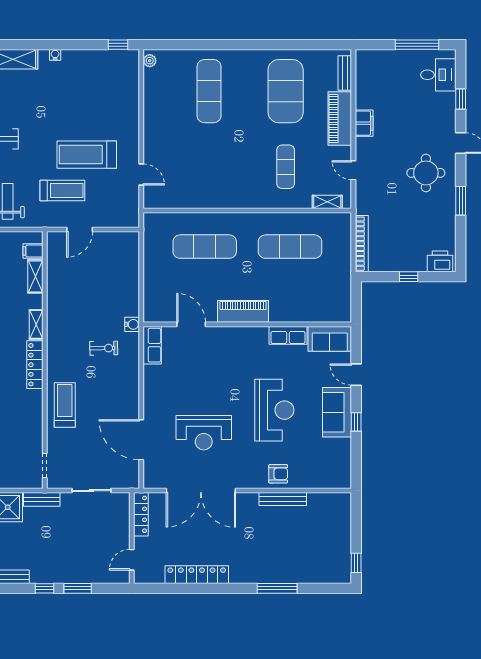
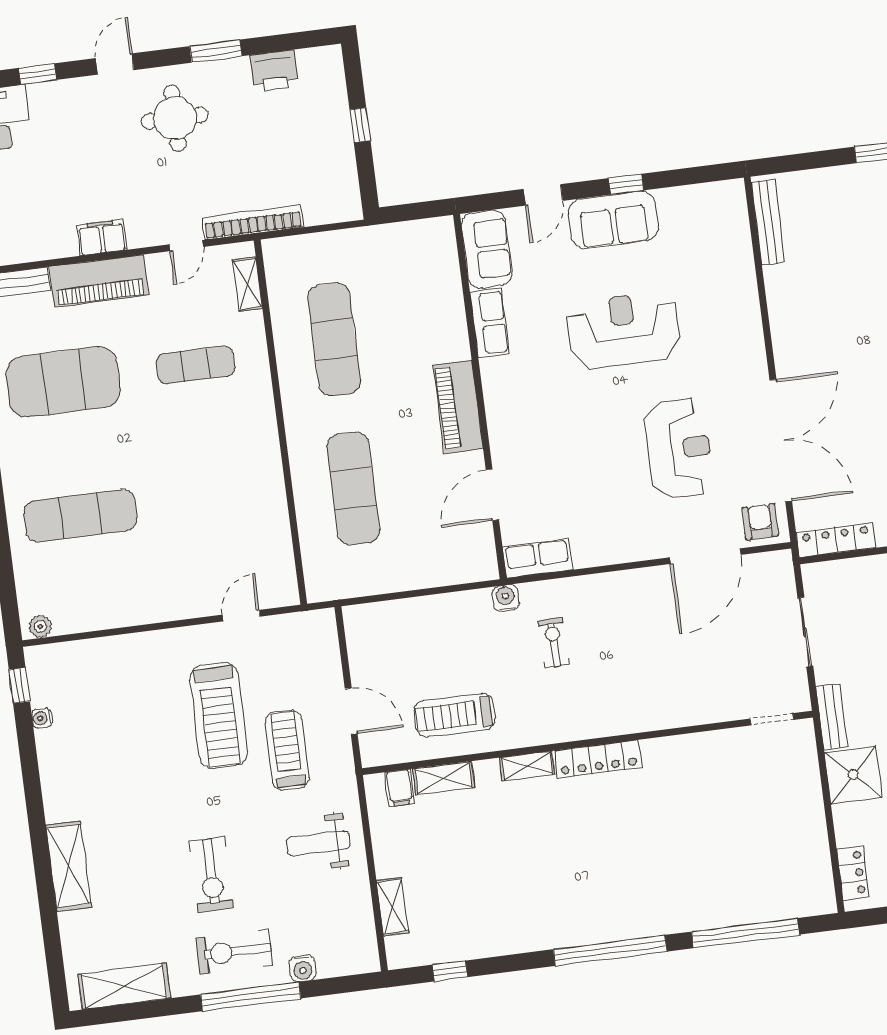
water cooler: (55, 55) -> (42, 718), moved
bookcase: (362, 244) -> (253, 222), moved
printer: (440, 261) -> (274, 71), moved, turned -90
treadmill: (65, 405) -> (454, 715), moved
armchair: (278, 474) -> (760, 522), moved
bench: (283, 499) -> (768, 222), moved

